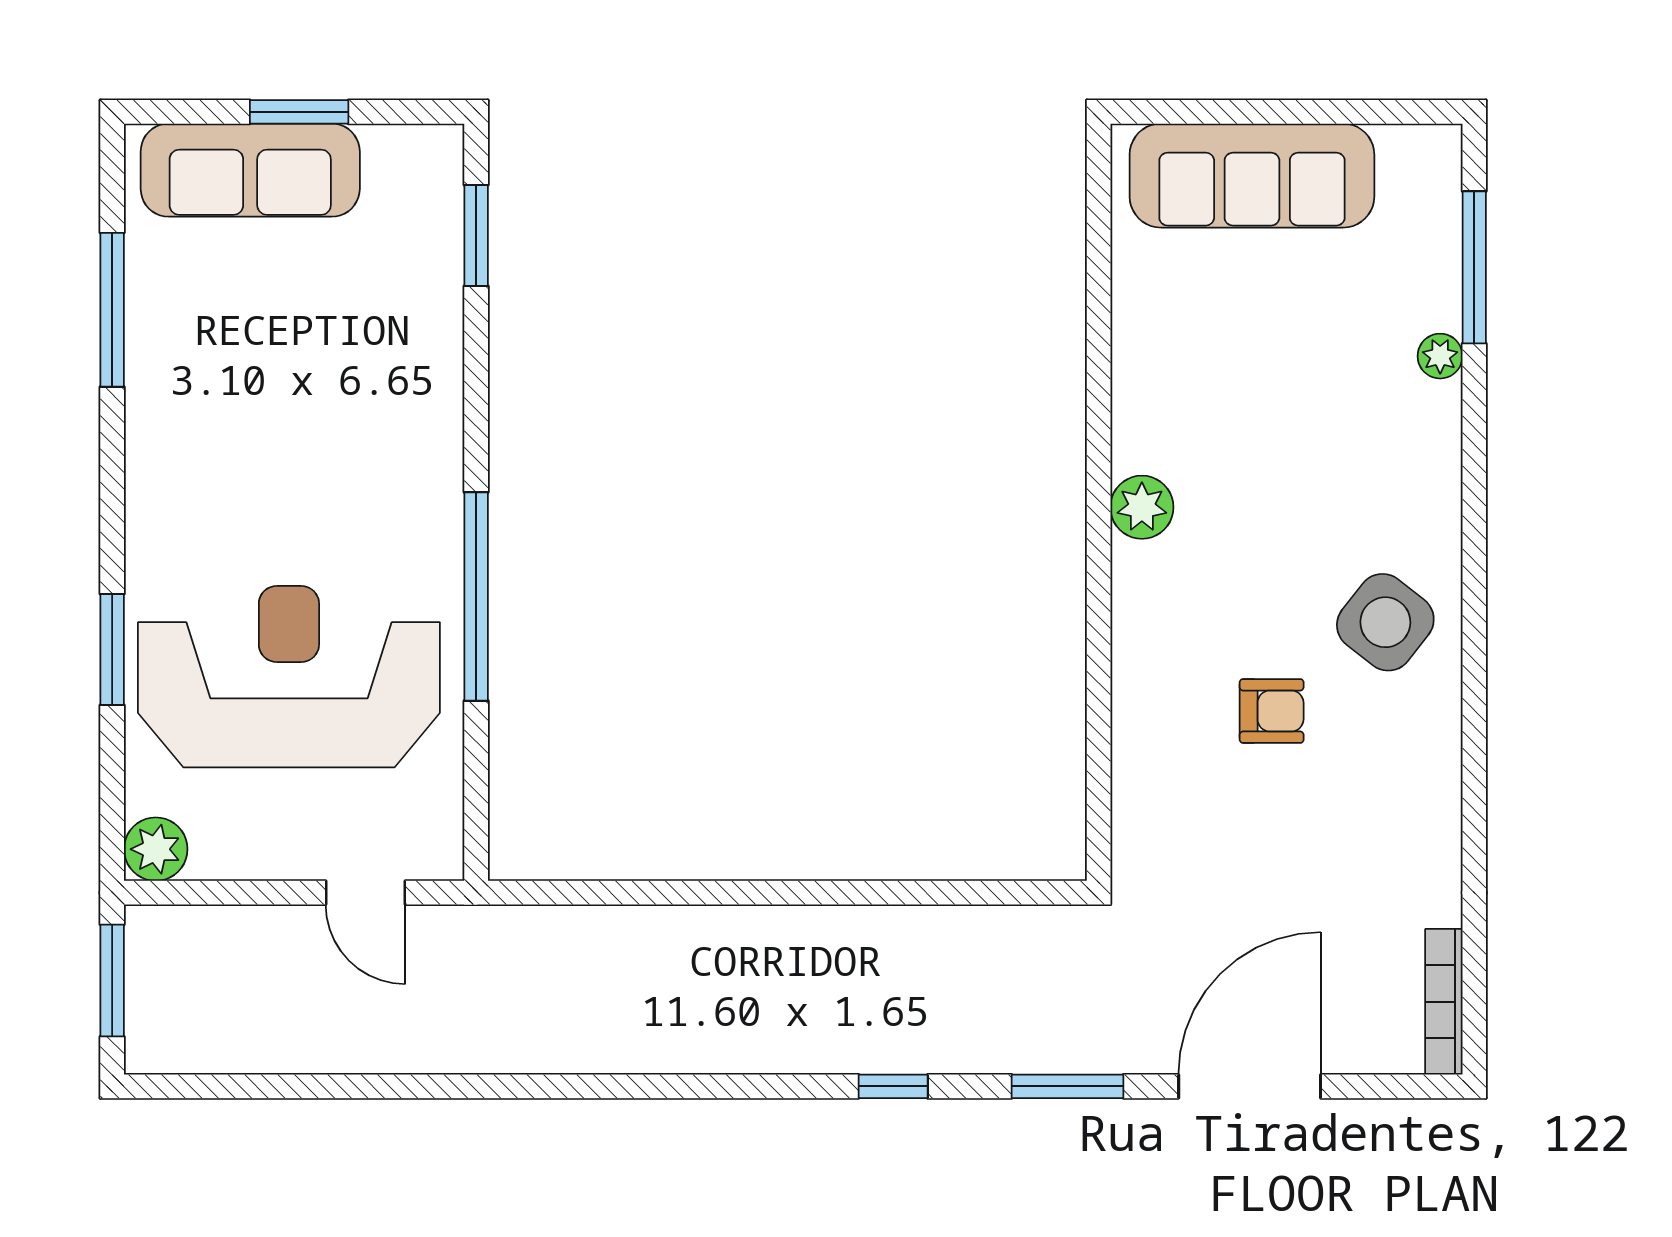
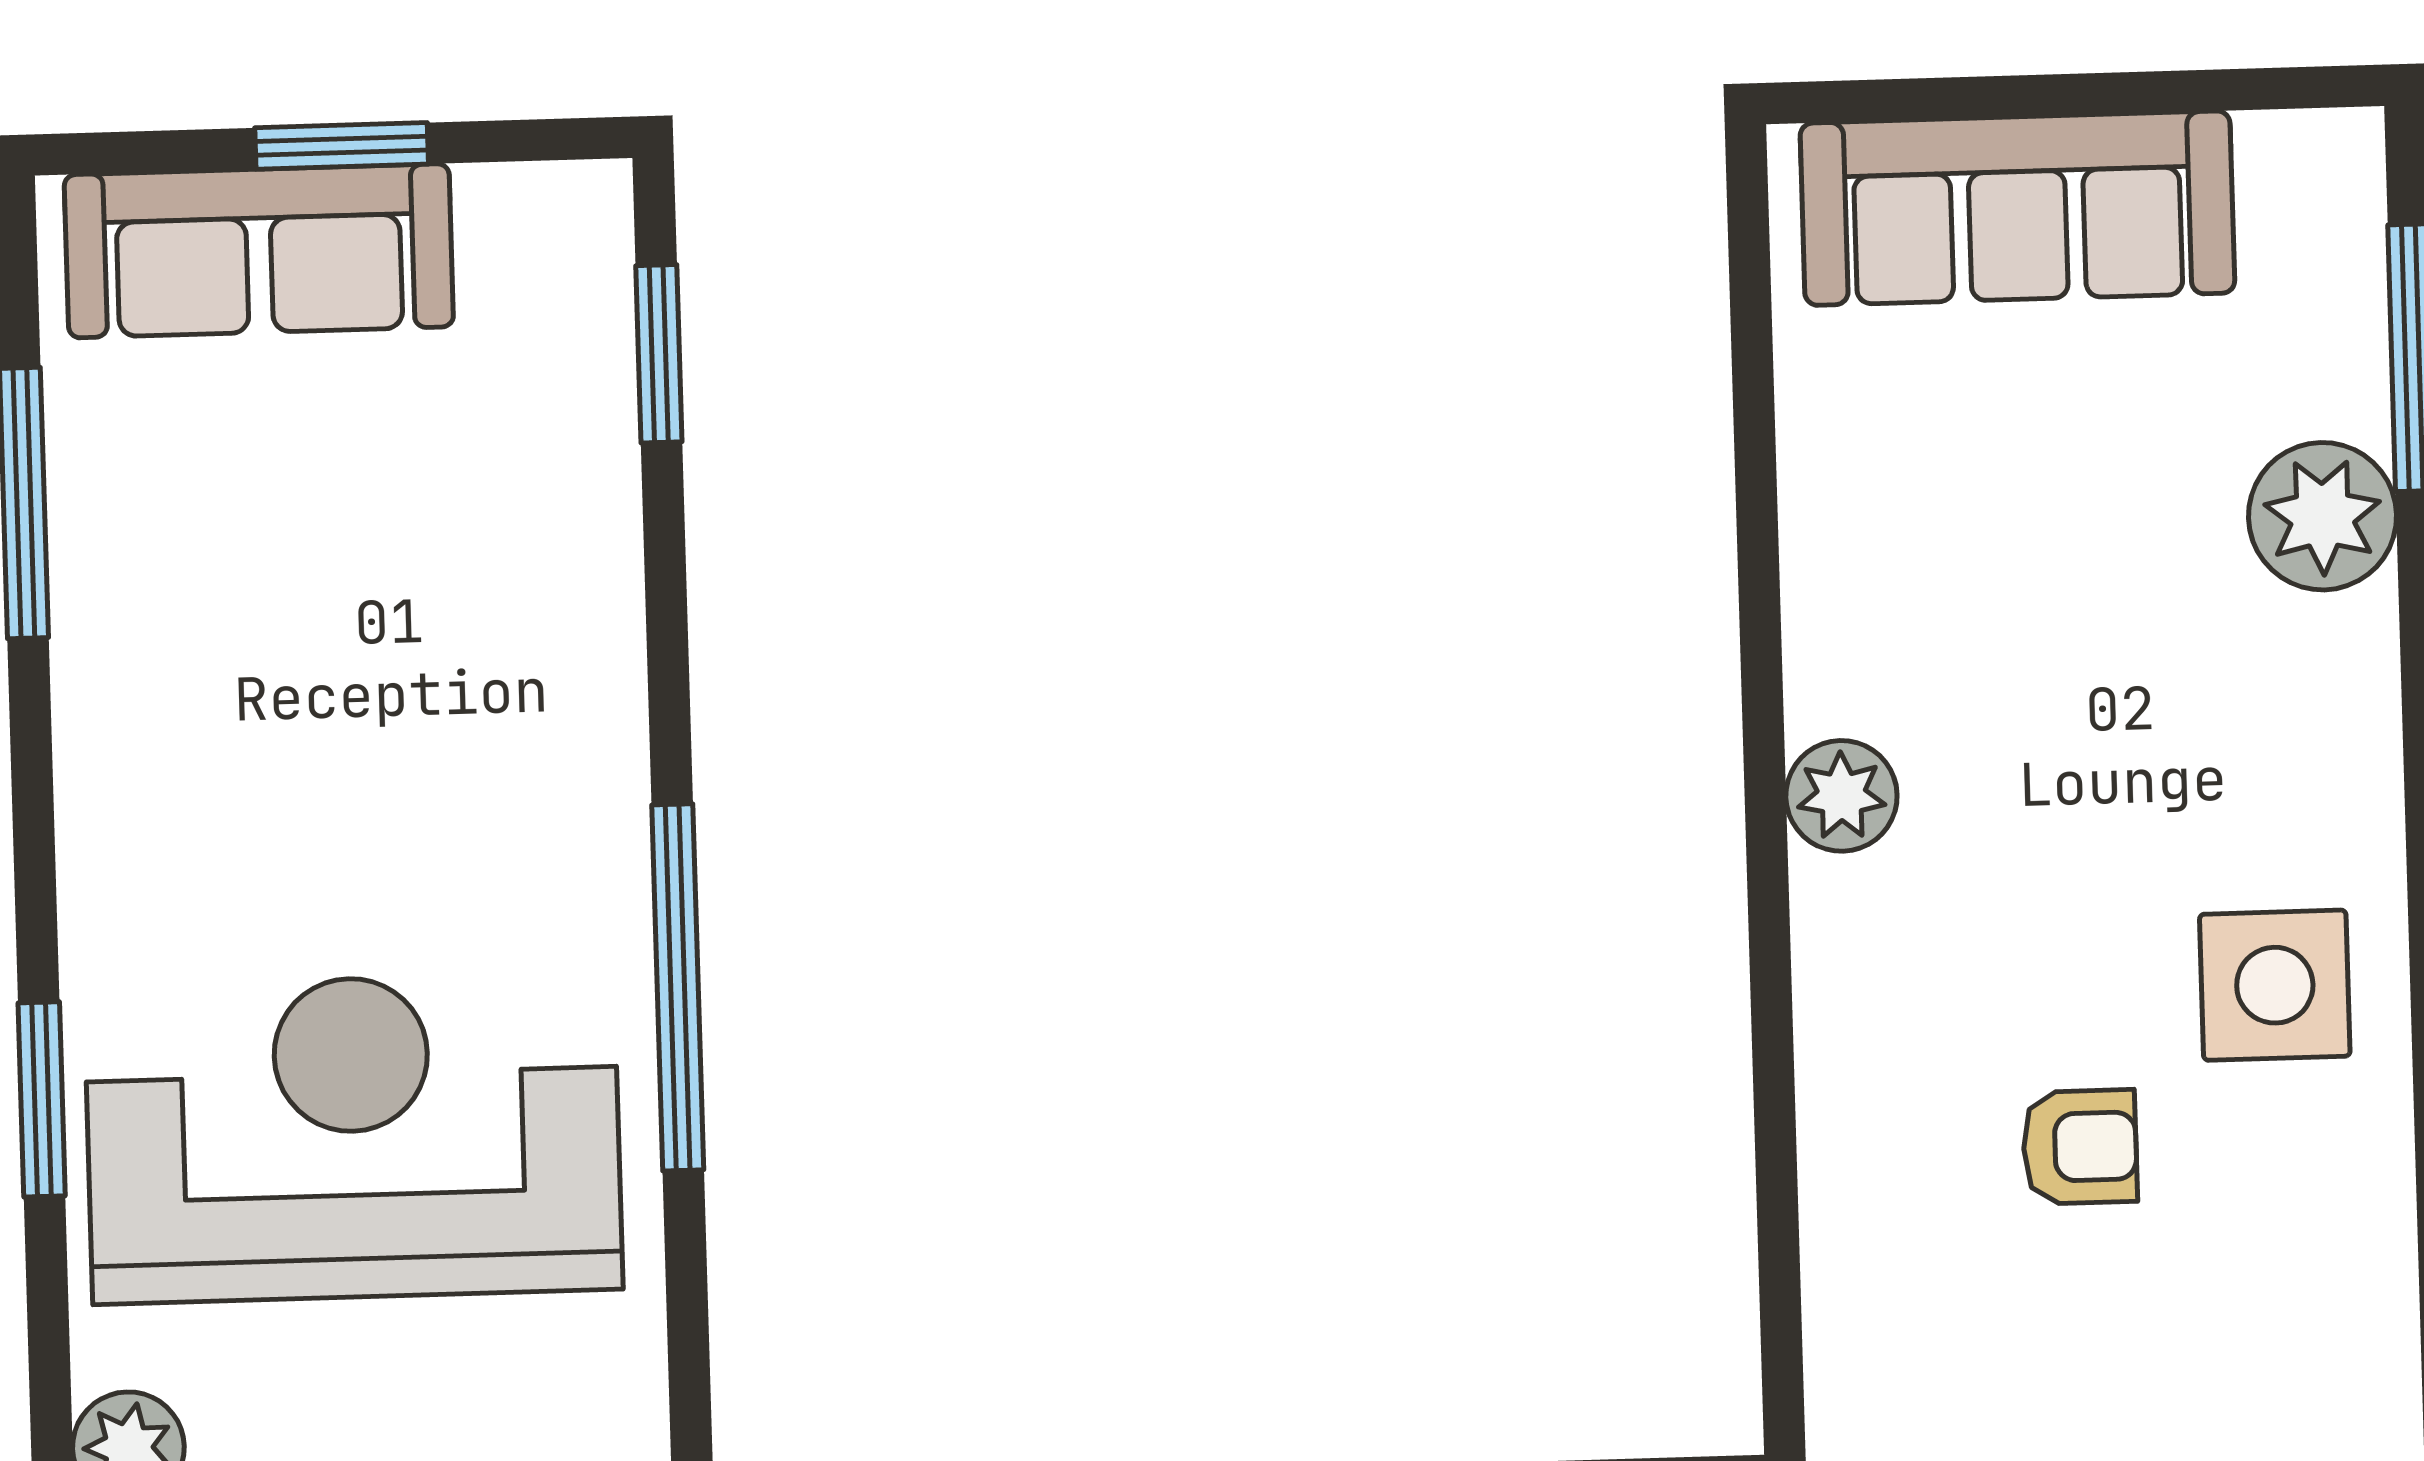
plant: (1440, 356) -> (2323, 516), width x1.87, depth x1.87
side table: (1385, 622) -> (2275, 985), turned -38

